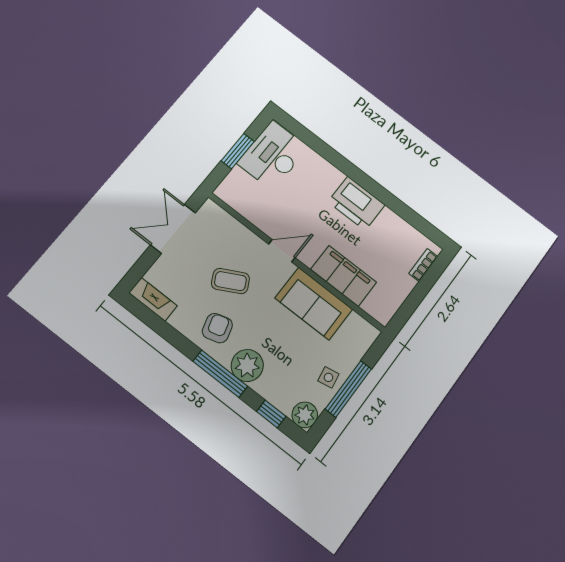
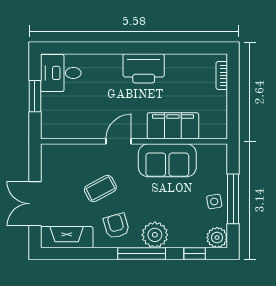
desk: (273, 155) -> (61, 73), width x0.73
double door: (173, 229) -> (35, 204), moved
fireplace: (153, 299) -> (67, 237), width x1.37, depth x1.32

